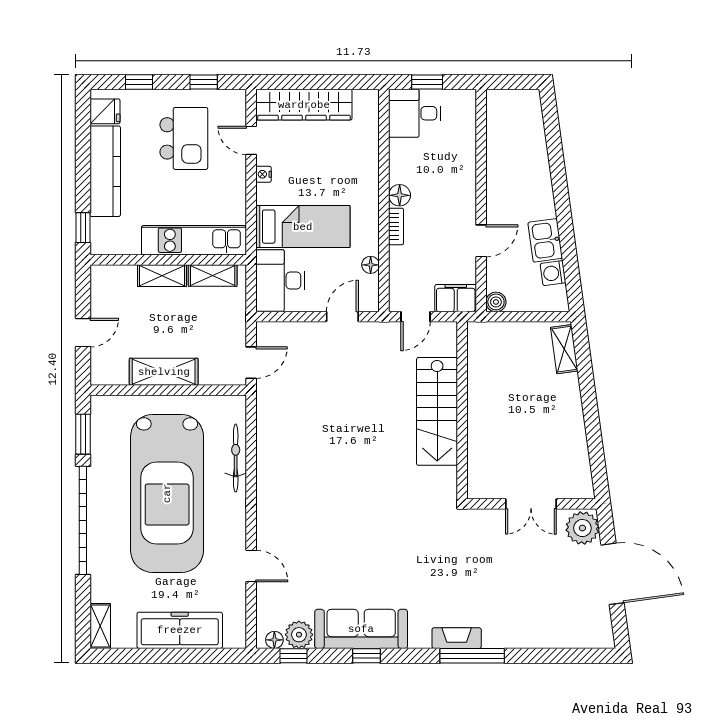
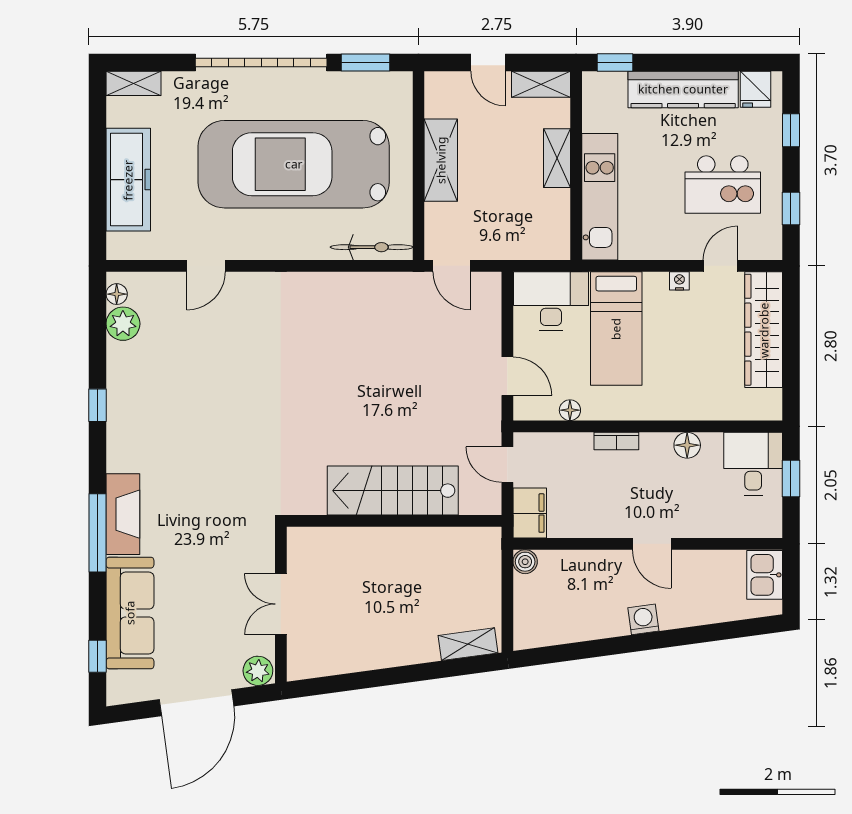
floor lamp: (400, 195) -> (687, 445), moved
kitchen sink: (545, 240) -> (765, 575), moved, turned -82
door: (481, 241) -> (652, 544), moved
washing machine: (553, 273) -> (643, 619), moved
shelving: (213, 275) -> (541, 84), moved, turned 90
bicycle: (236, 458) -> (372, 247), moved
plant: (582, 528) -> (258, 671), width x0.73, depth x0.73
sofa: (361, 629) -> (130, 613), moved
fireplace: (457, 638) -> (123, 514), width x1.37, depth x1.32
window: (293, 656) -> (98, 656), moved

